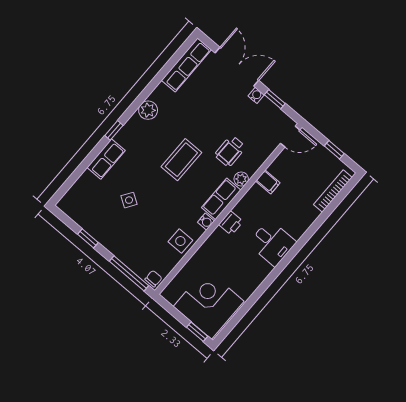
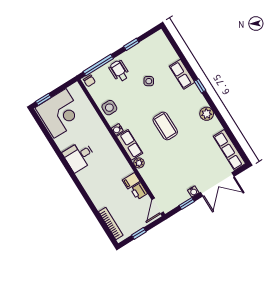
wheelchair: (230, 151) -> (119, 71), moved
printer: (231, 223) -> (139, 191), moved
desk: (272, 243) -> (79, 156), moved

